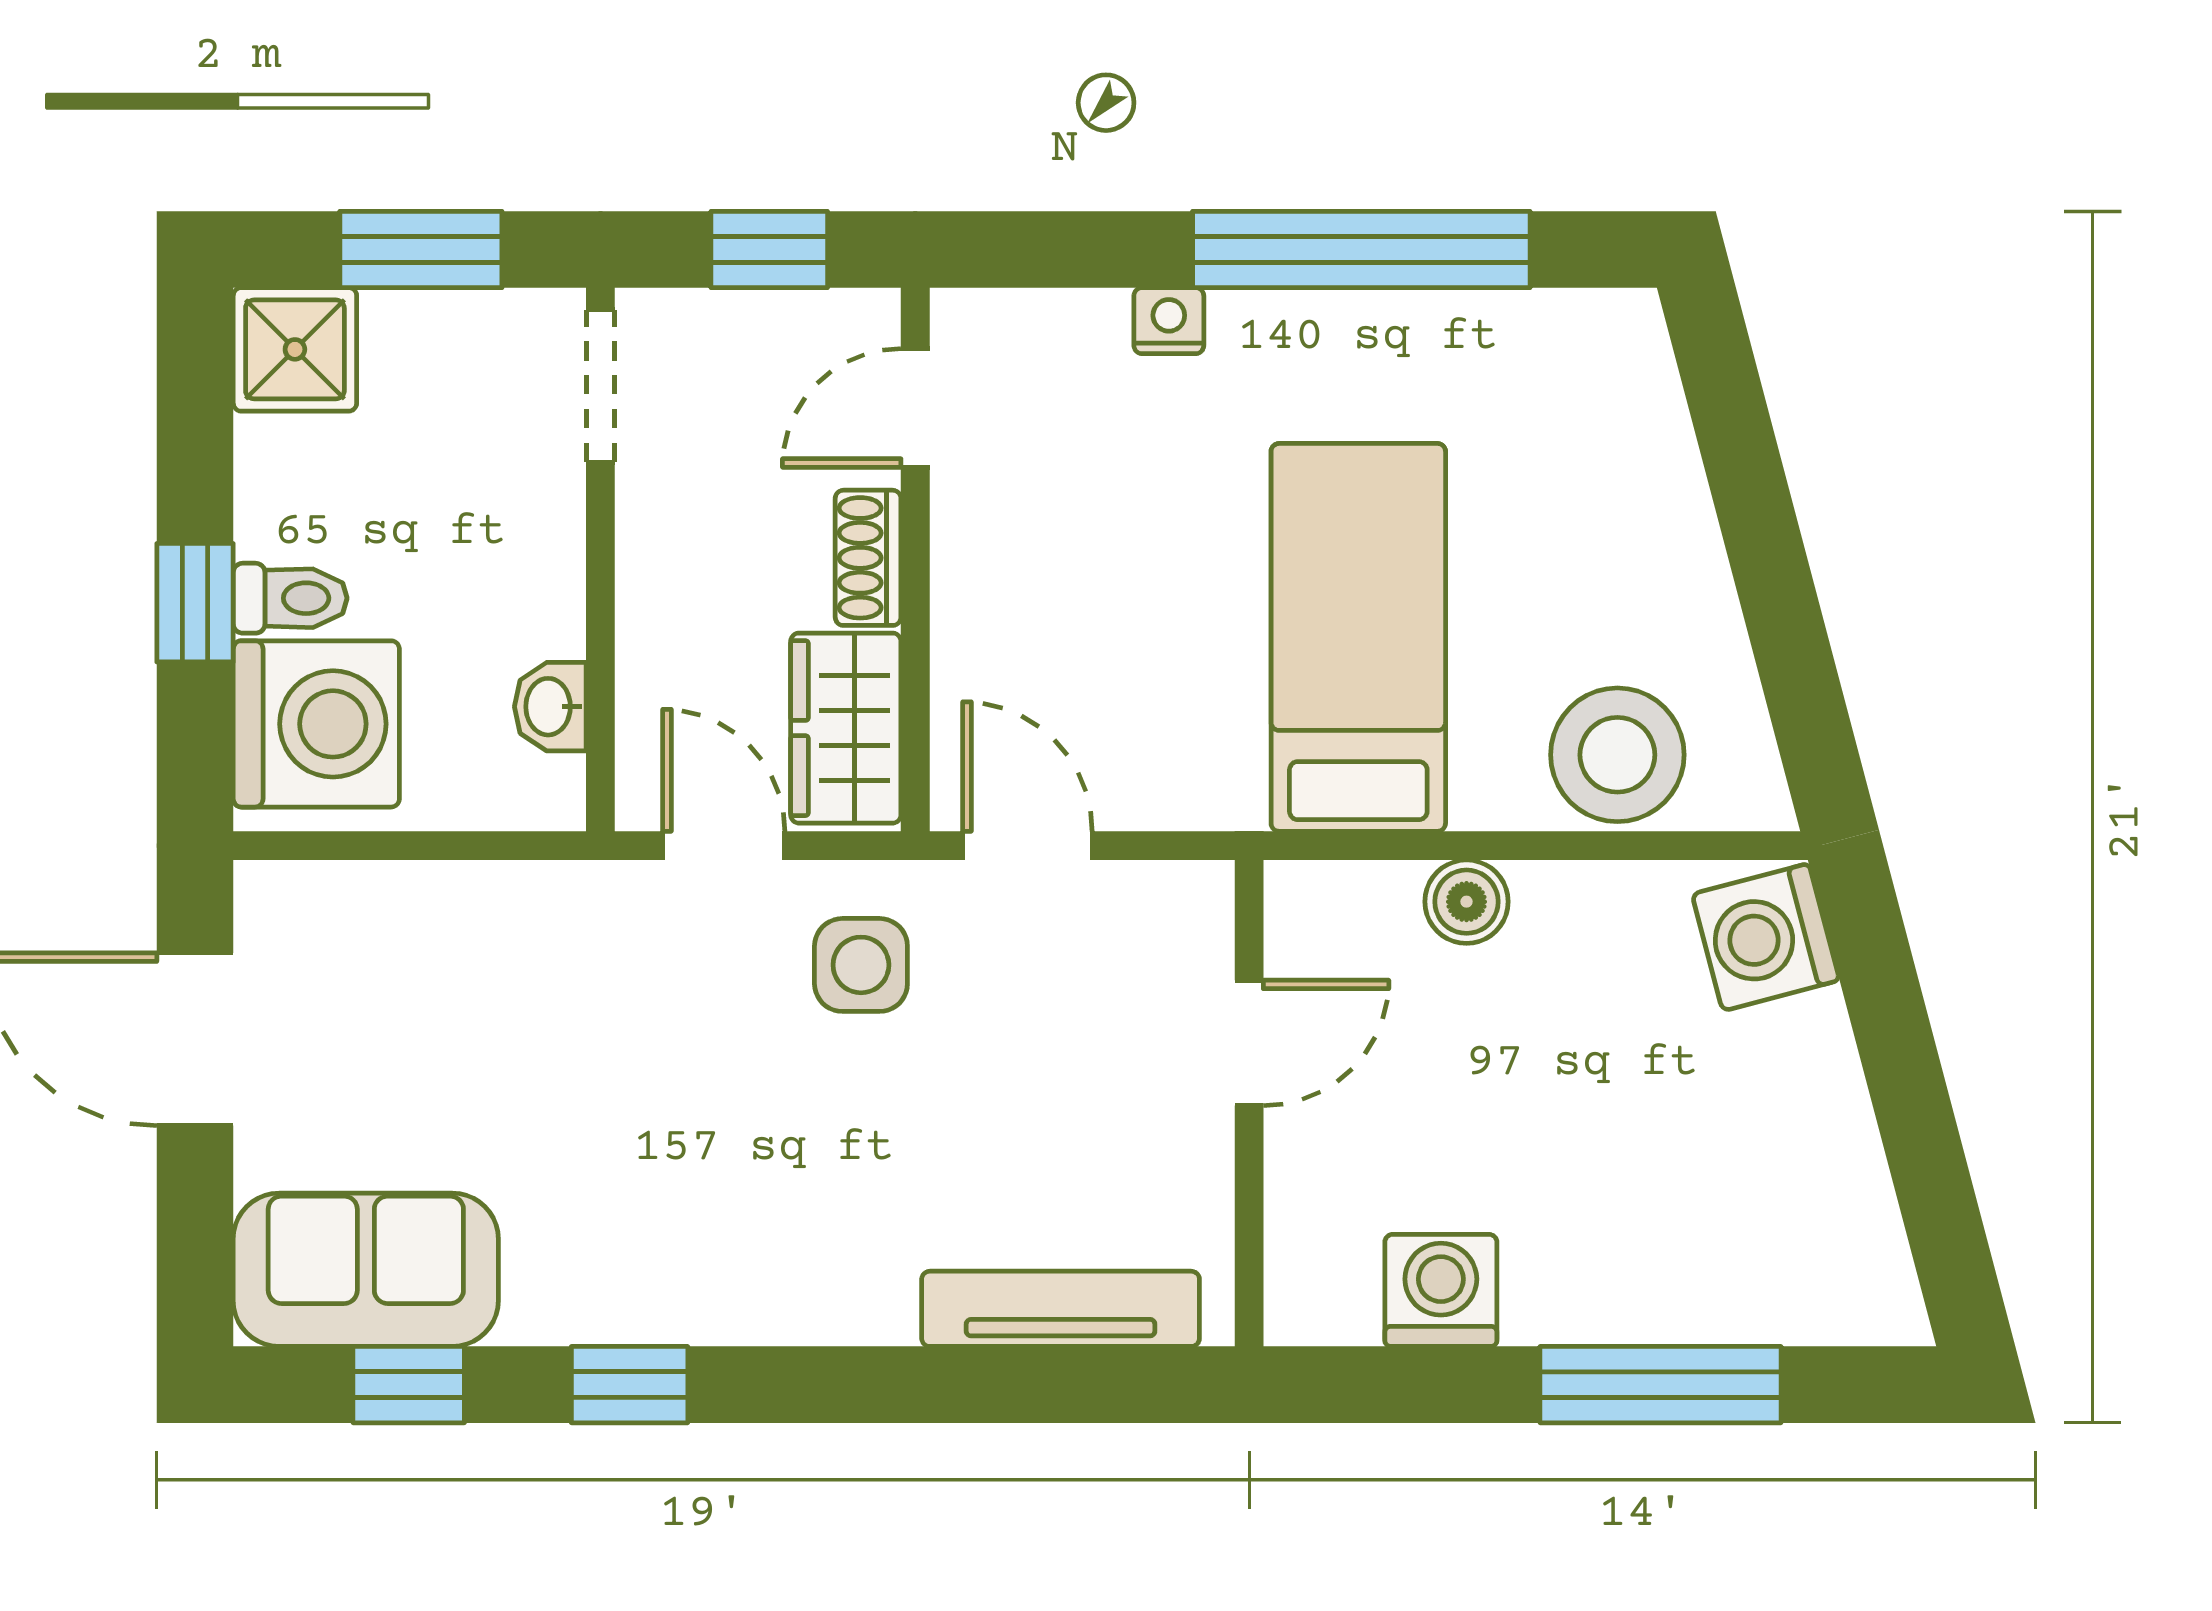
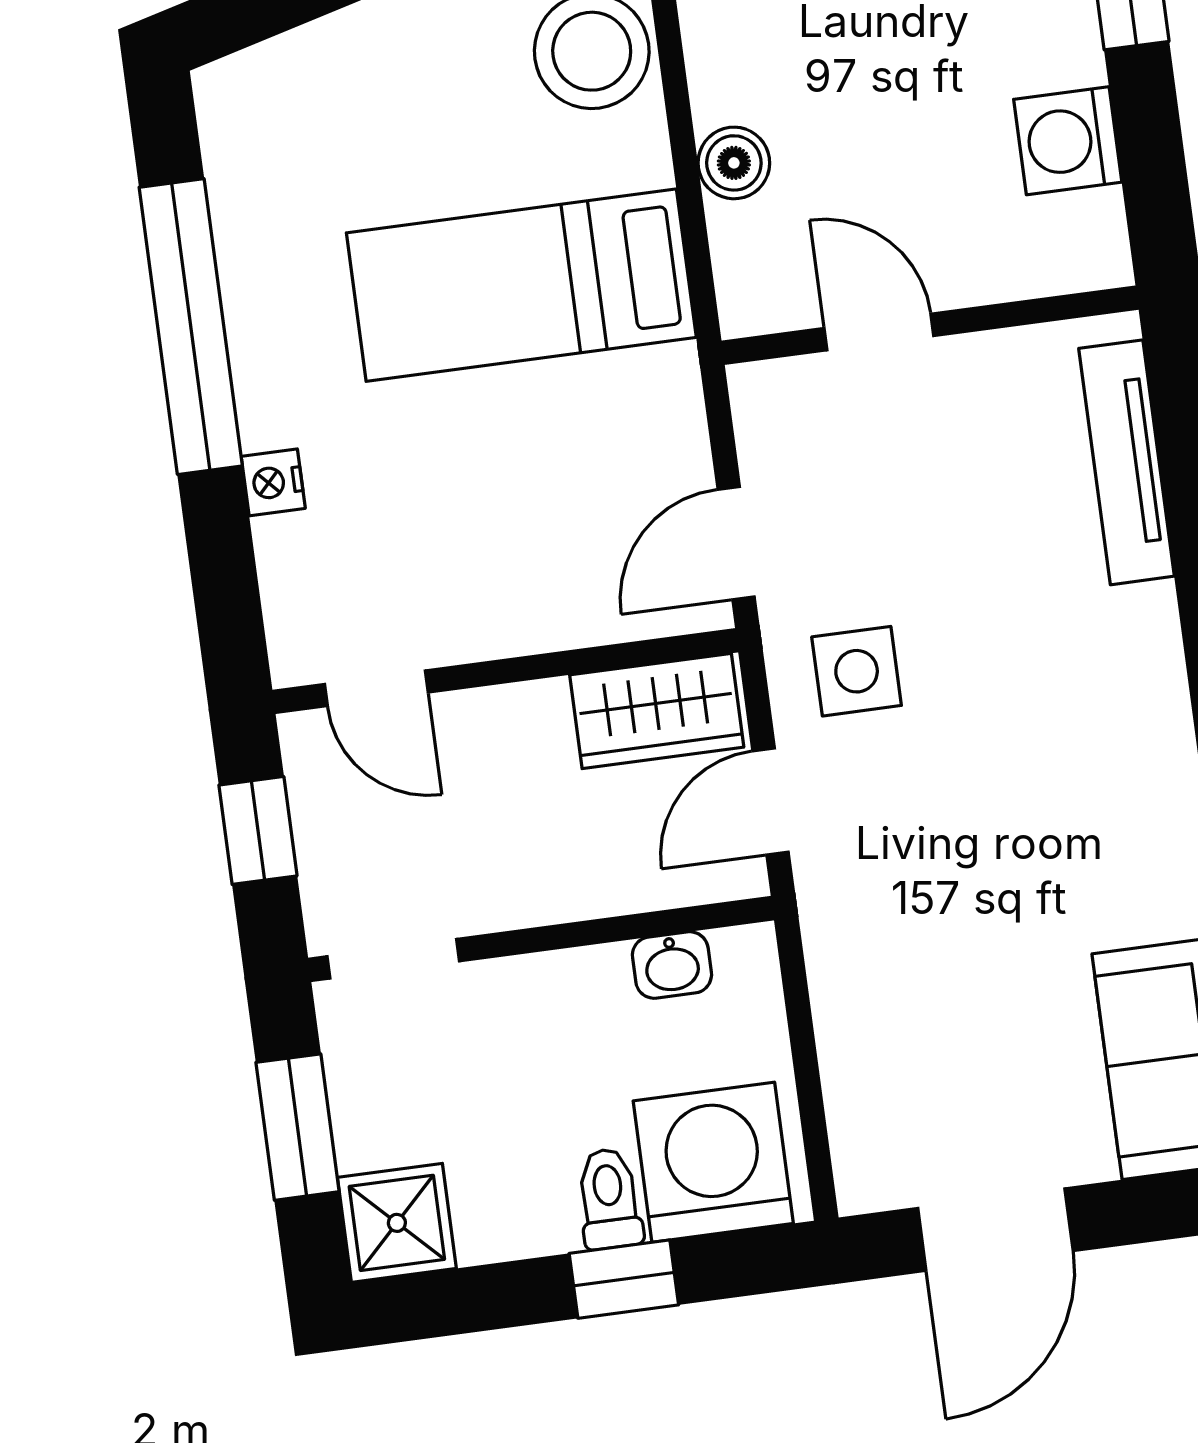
shoe rack: (868, 558) -> (509, 711), removed

